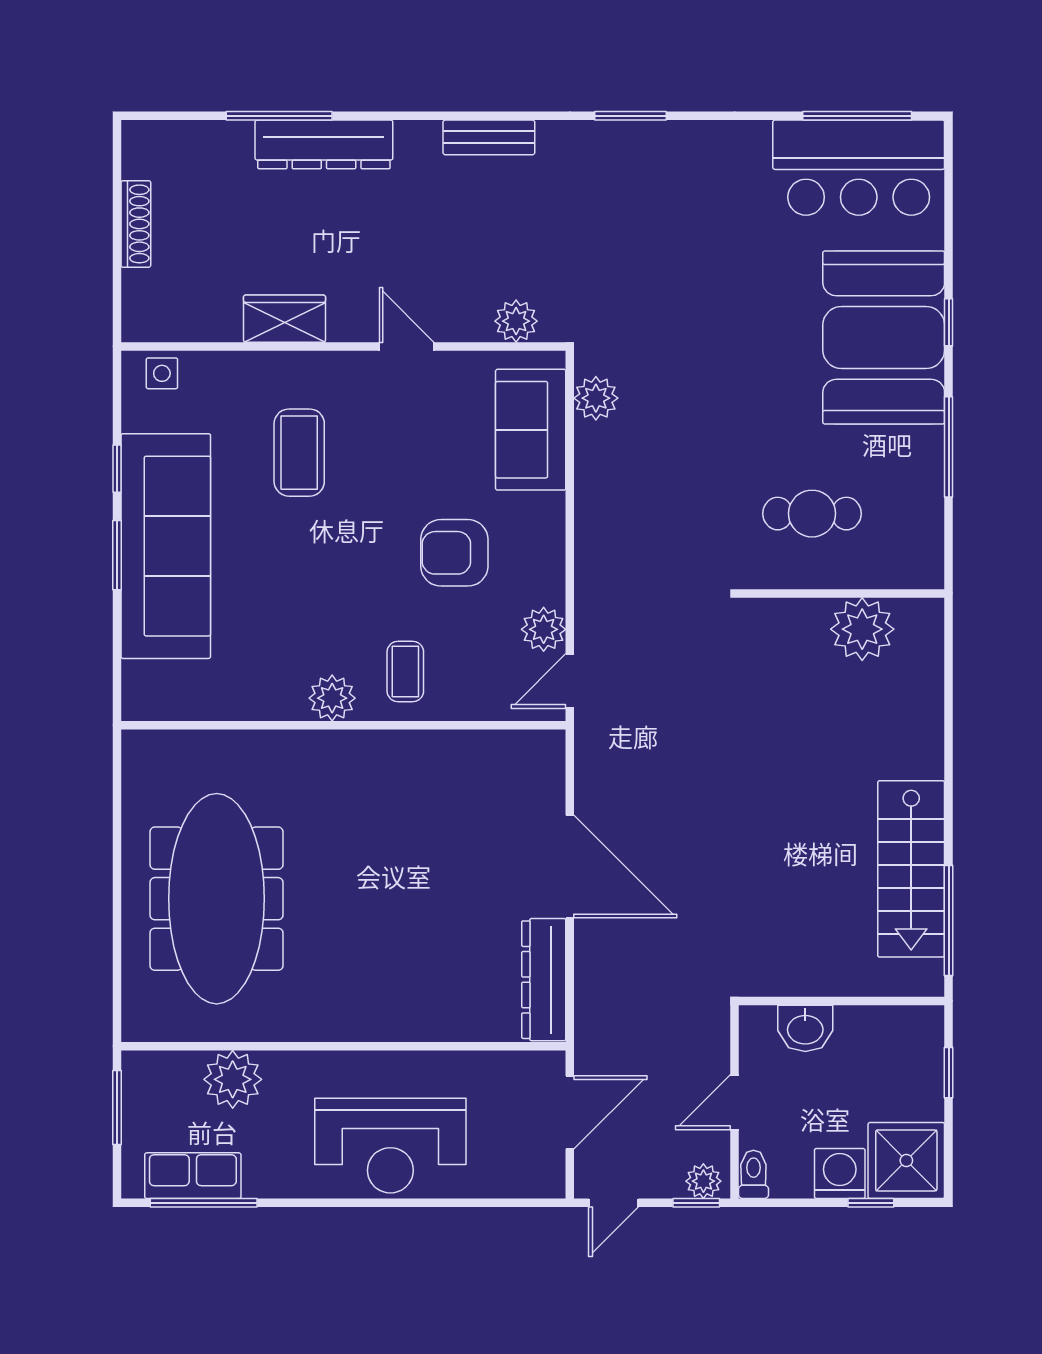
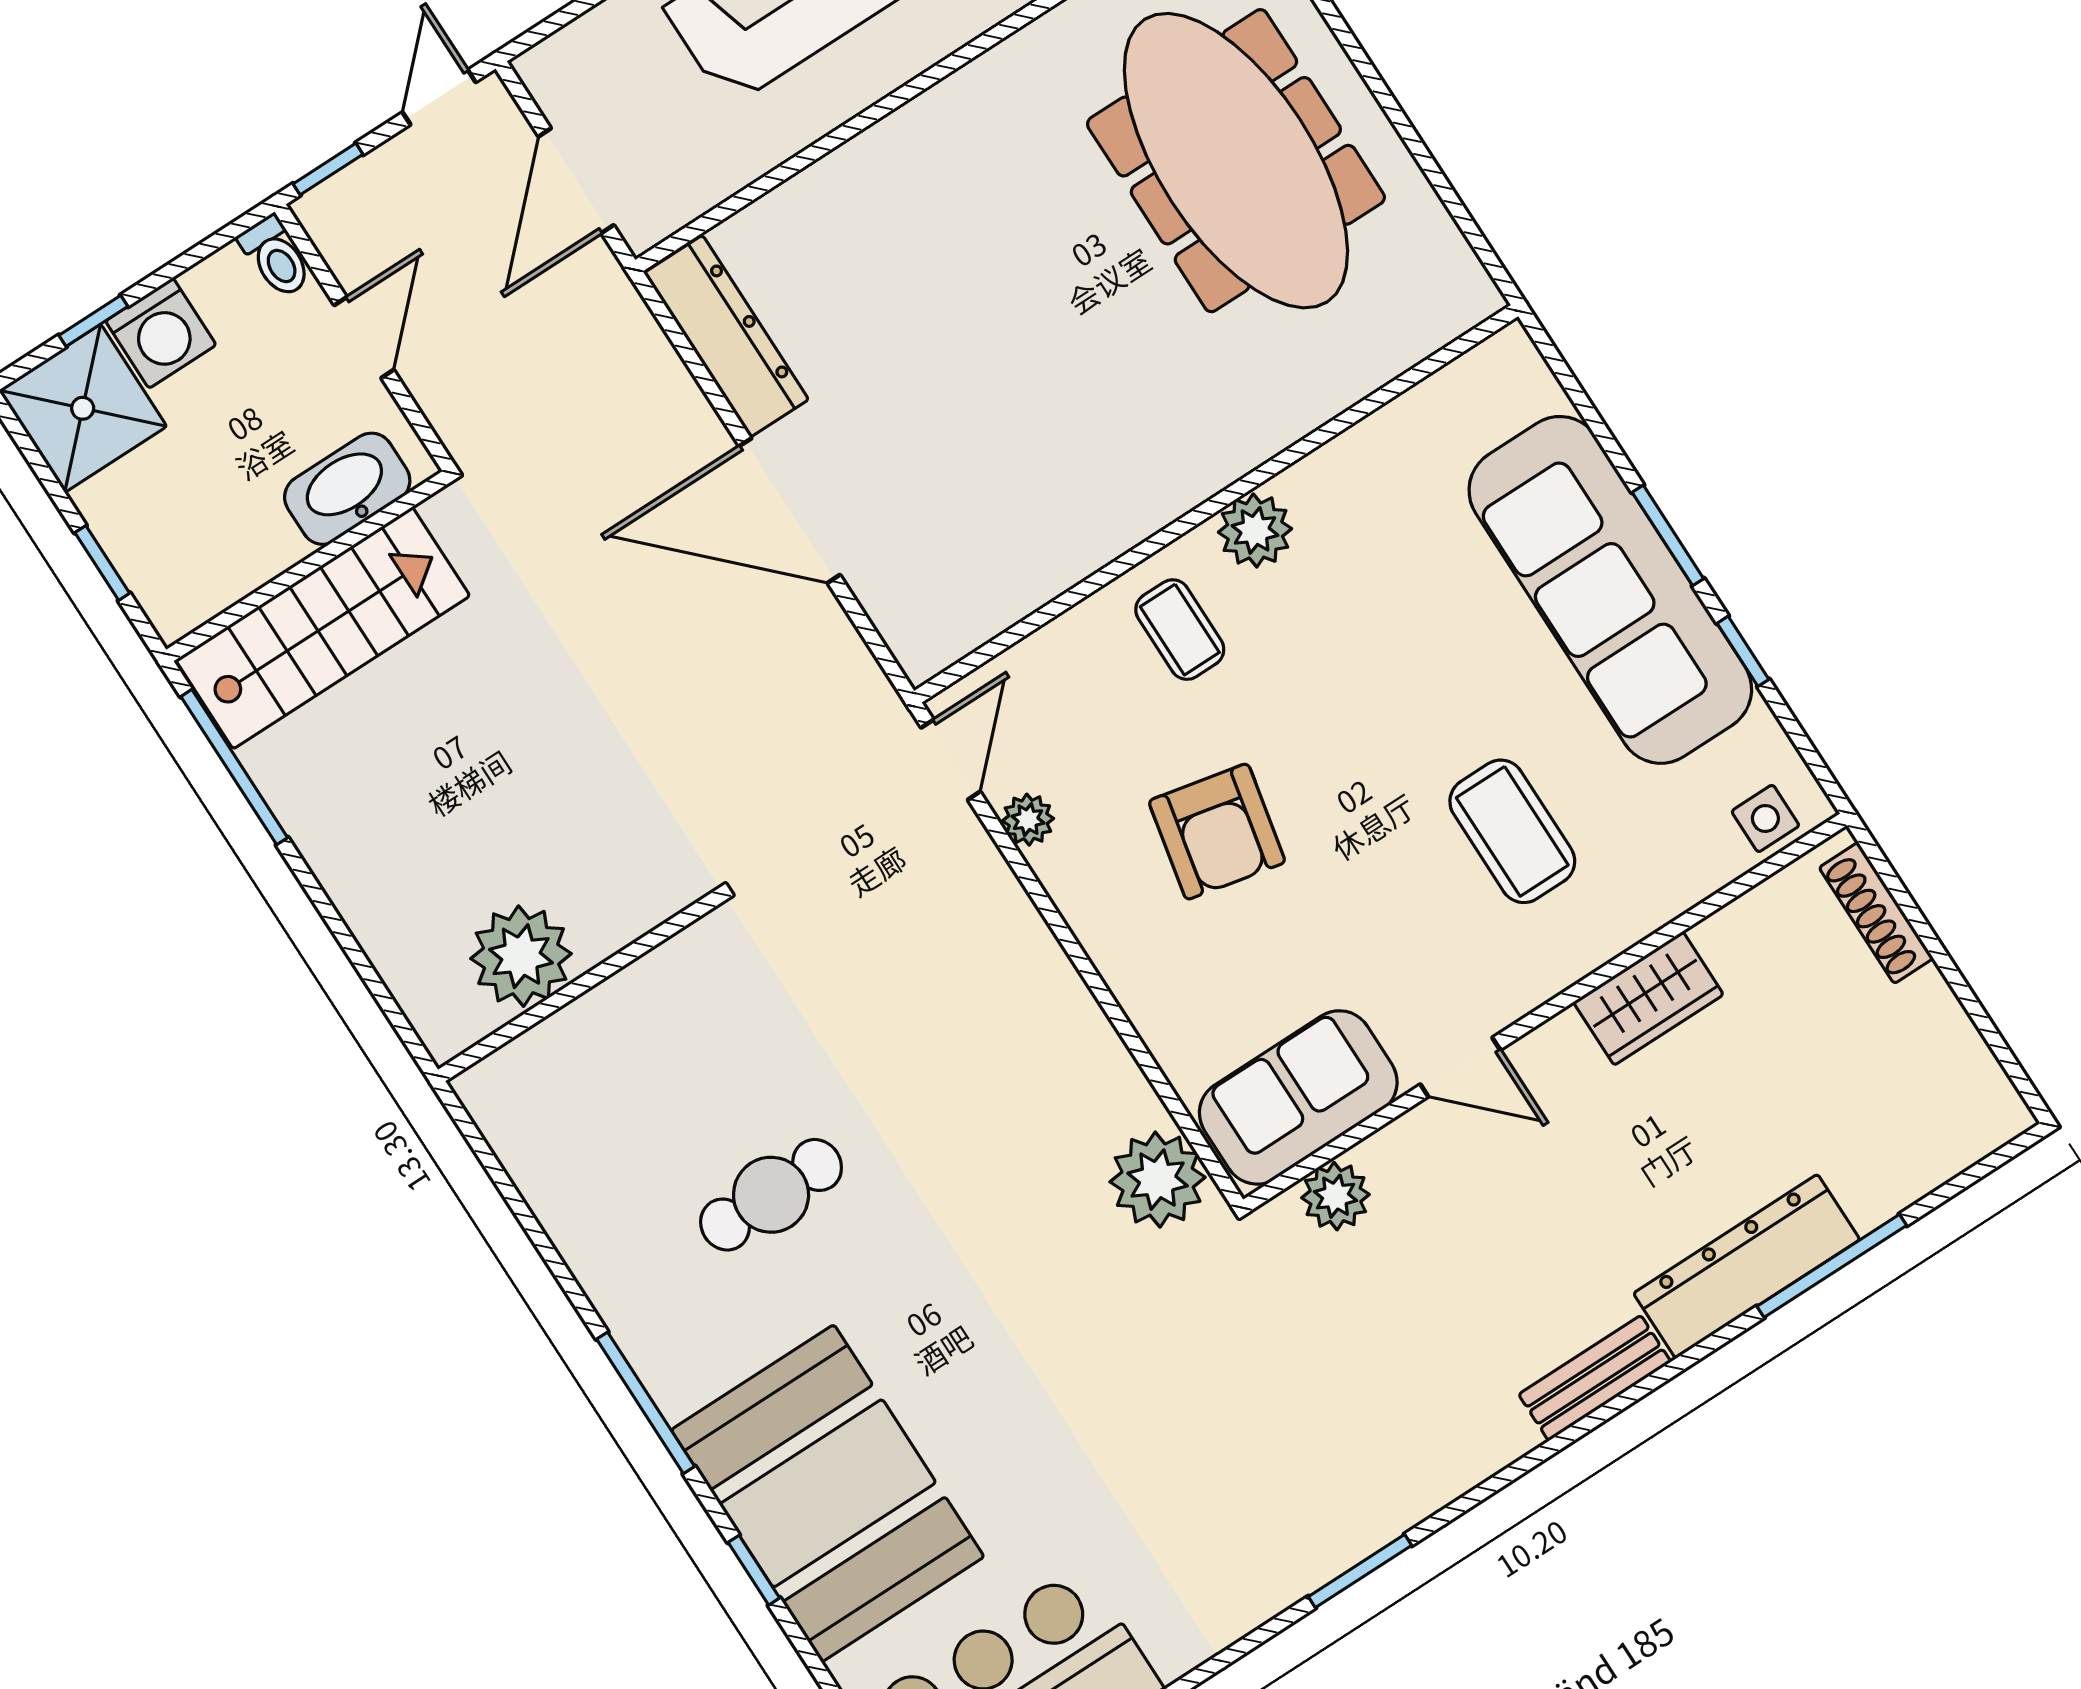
bench: (489, 137) -> (1595, 1378), moved
shoe rack: (136, 224) -> (1876, 913), moved
plant: (596, 398) -> (1158, 1180), width x1.36, depth x1.36
sofa: (531, 430) -> (1298, 1097), moved, turned -90
armchair: (454, 553) -> (1217, 832), turned 102
wall: (842, 593) -> (580, 986), moved
plant: (544, 629) -> (1028, 820), width x0.73, depth x0.73
plant: (862, 629) -> (521, 956), moved
stairs: (911, 869) -> (323, 628), moved, turned 90
washbasin: (805, 1028) -> (347, 489), width x1.38
plant: (703, 1181) -> (337, 204), removed

